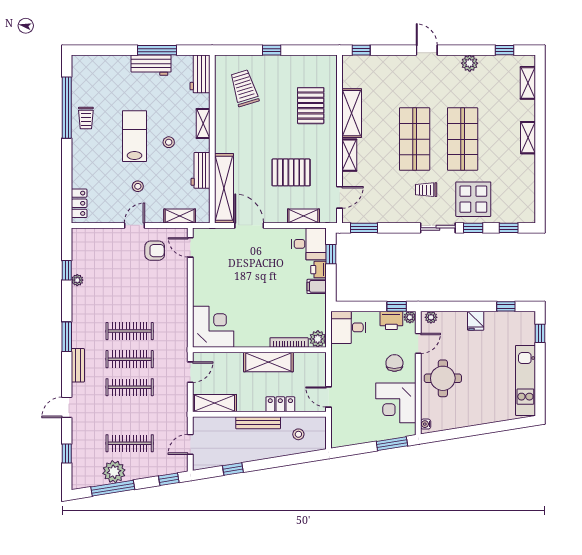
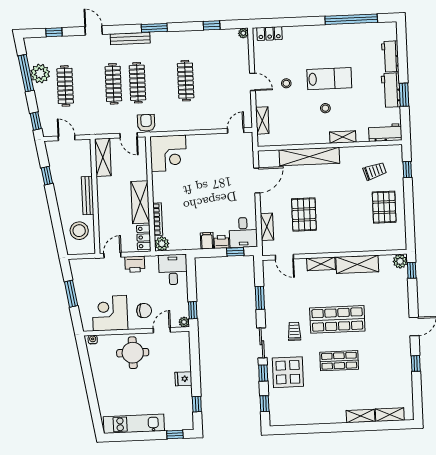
window: (157, 50) -> (404, 95), width x0.69
window: (272, 50) -> (407, 170), moved
window: (505, 50) -> (416, 363), moved
plant: (470, 63) -> (400, 261), moved
trolley: (244, 88) -> (375, 171), width x0.73, depth x0.72
pallet: (311, 106) -> (384, 207), moved, turned 90
trolley: (86, 118) -> (343, 36), removed
shelving: (528, 138) -> (361, 416), moved
shop shelf: (463, 139) -> (339, 361), width x0.70, depth x0.74
workbench: (201, 170) -> (390, 56), moved, turned -90
shelving: (224, 188) -> (309, 157), moved
window: (364, 228) -> (260, 298), moved
armchair: (155, 251) -> (146, 123), moved, turned 180
plant: (77, 280) -> (243, 33), moved
plant: (431, 317) -> (185, 340), removed
printer: (391, 320) -> (135, 264), moved, turned -90
clothes rail: (130, 331) -> (186, 81), moved
door: (418, 343) -> (162, 330), swing flipped
bench: (78, 365) -> (130, 39), width x1.36
locker: (280, 404) -> (144, 237), moved, turned 180
stool: (298, 434) -> (79, 231), width x1.89, depth x1.89
window: (392, 444) -> (71, 294), moved

